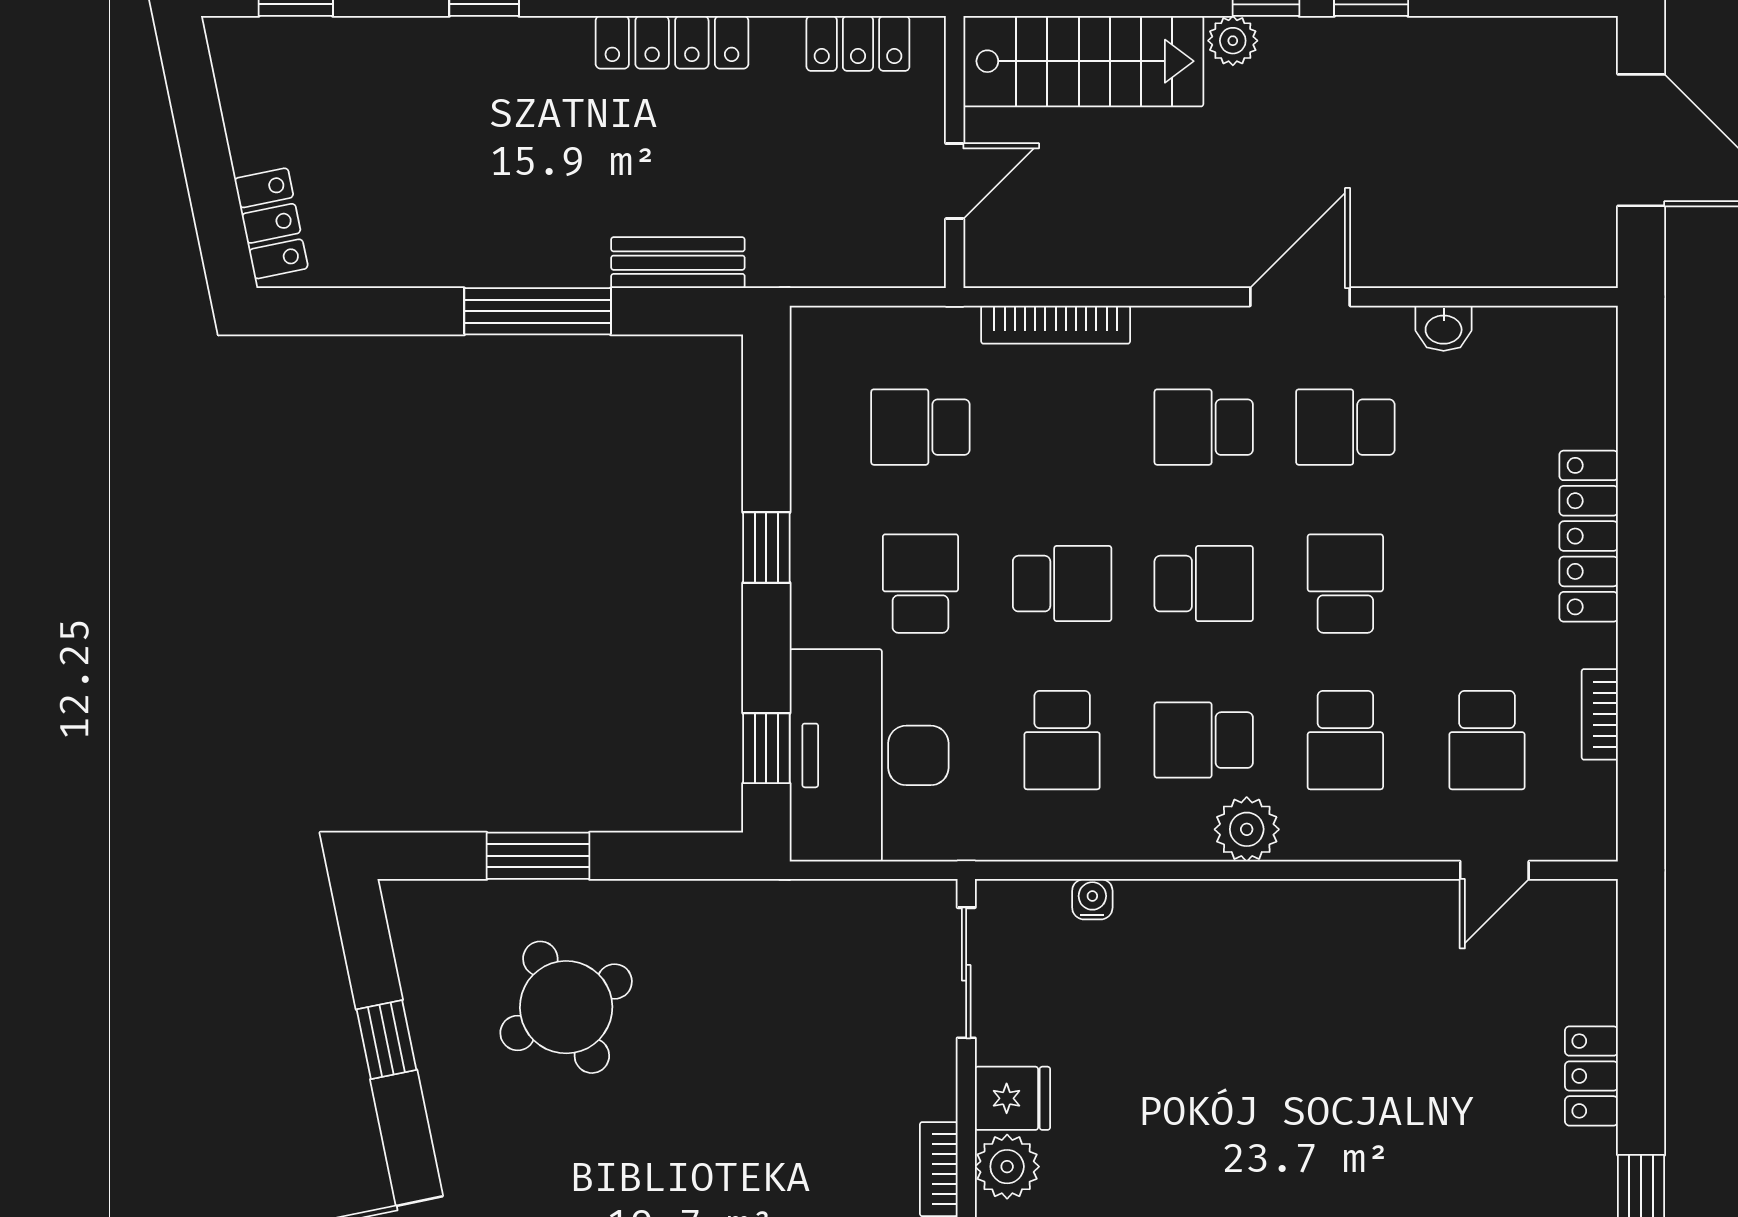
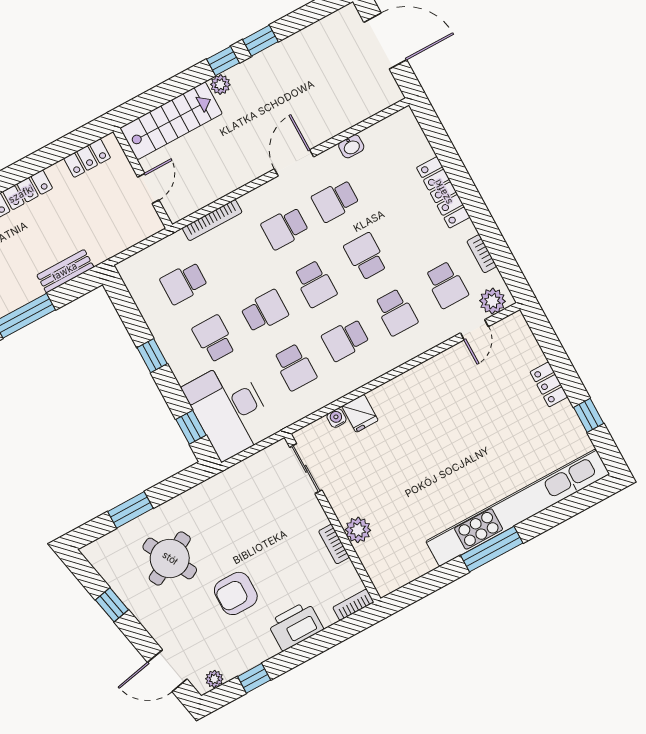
school desk: (1204, 584) -> (315, 284), turned 90
plant: (1247, 829) -> (492, 301), moved
fridge: (1013, 1098) -> (360, 413), moved, turned 90
armchair: (668, 1161) -> (236, 593), added

